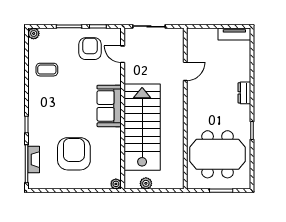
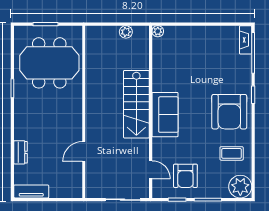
plant: (34, 33) -> (240, 187), width x1.88, depth x1.88
dresser: (244, 93) -> (21, 152), moved
stairs: (142, 127) -> (136, 104), width x0.73, depth x0.66
armchair: (74, 154) -> (229, 112), moved
fireplace: (34, 160) -> (246, 40), moved

